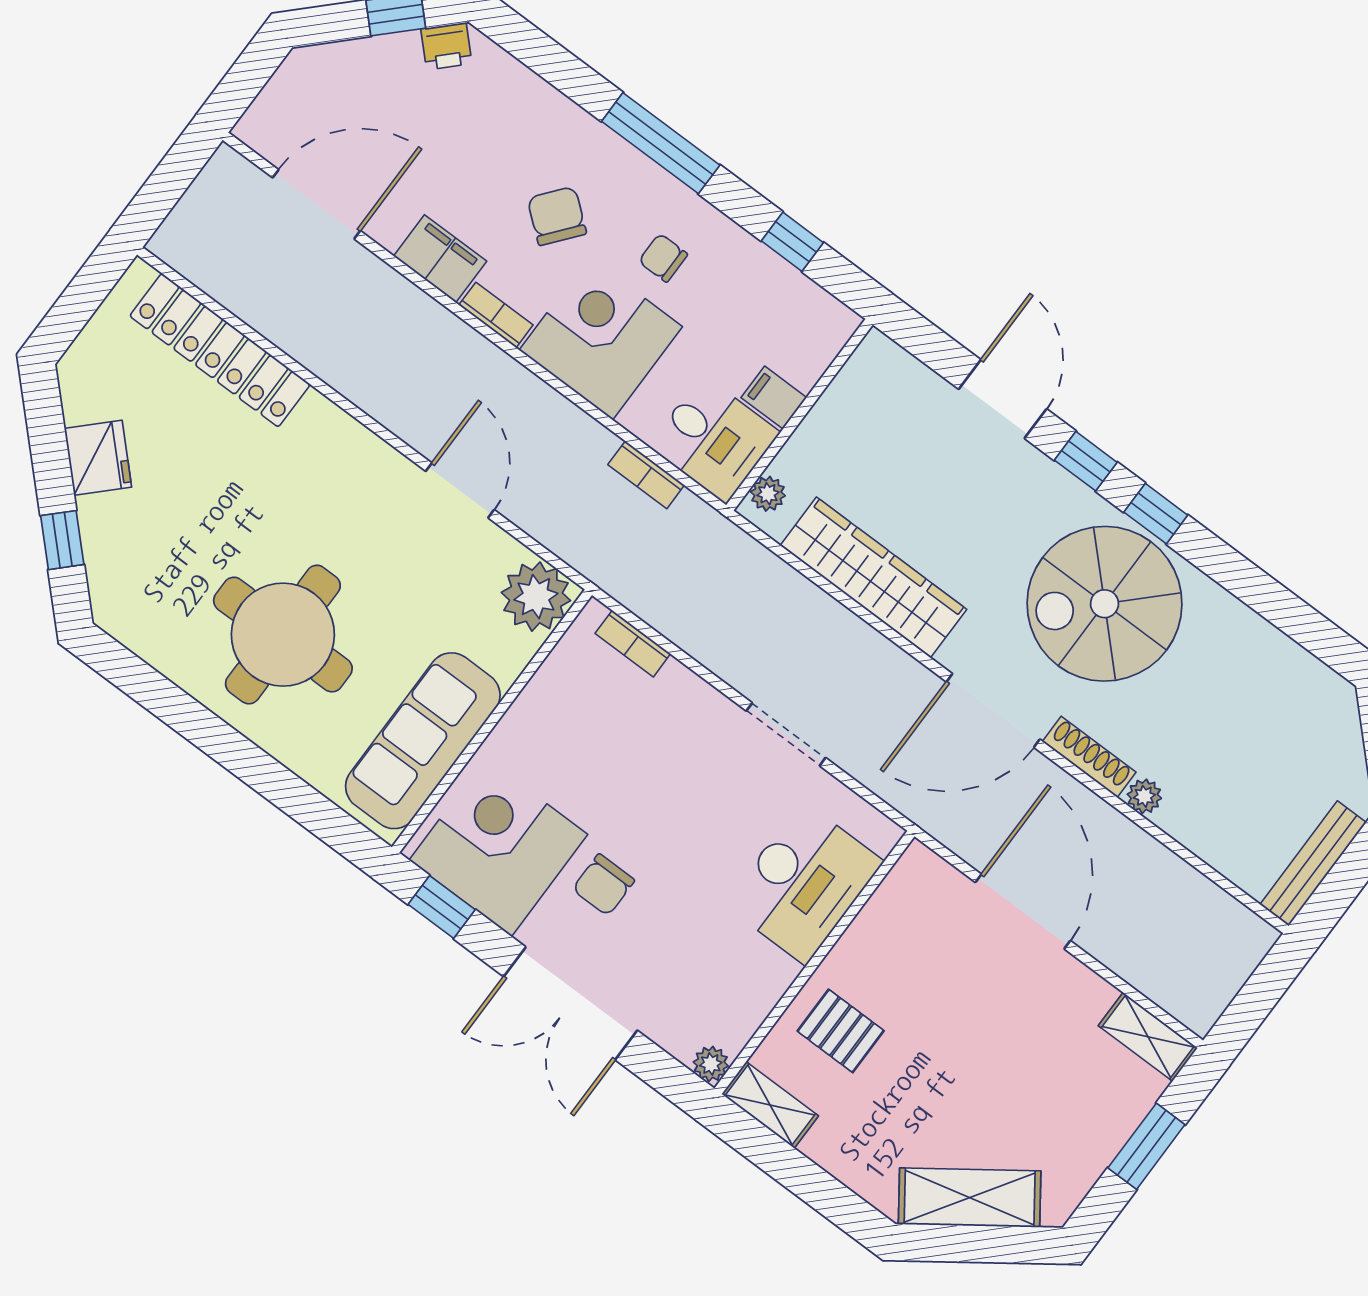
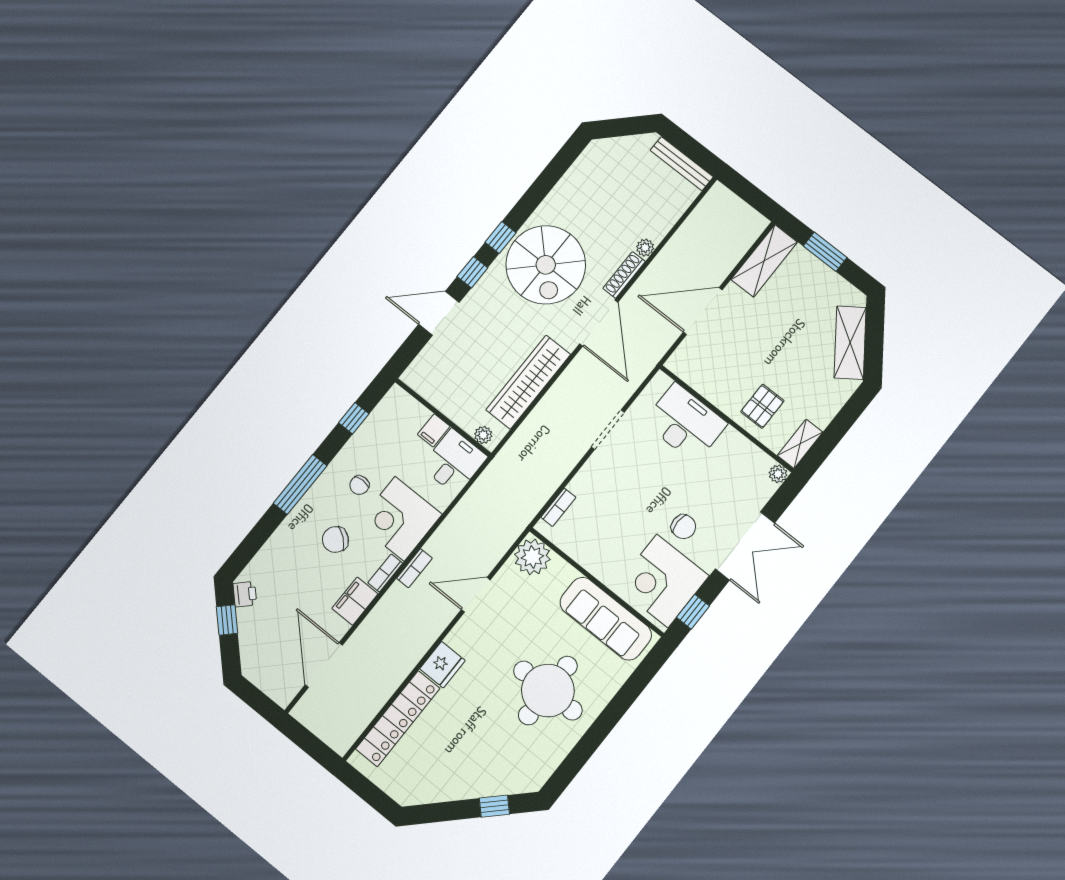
fridge: (98, 458) -> (442, 665), moved, turned 135
bookcase: (646, 475) -> (414, 568), moved
shelving: (1148, 1037) -> (764, 261), width x1.50, depth x1.33

